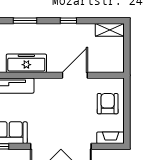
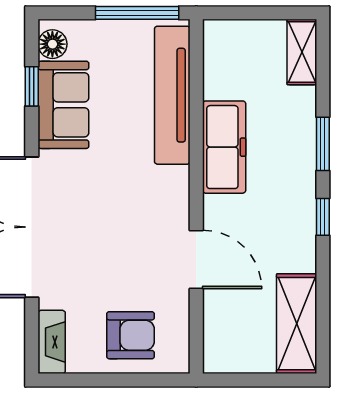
window: (68, 21) -> (323, 217), moved
shelving: (110, 30) -> (297, 324), width x1.50, depth x1.33

